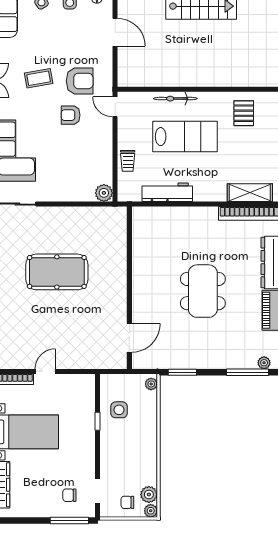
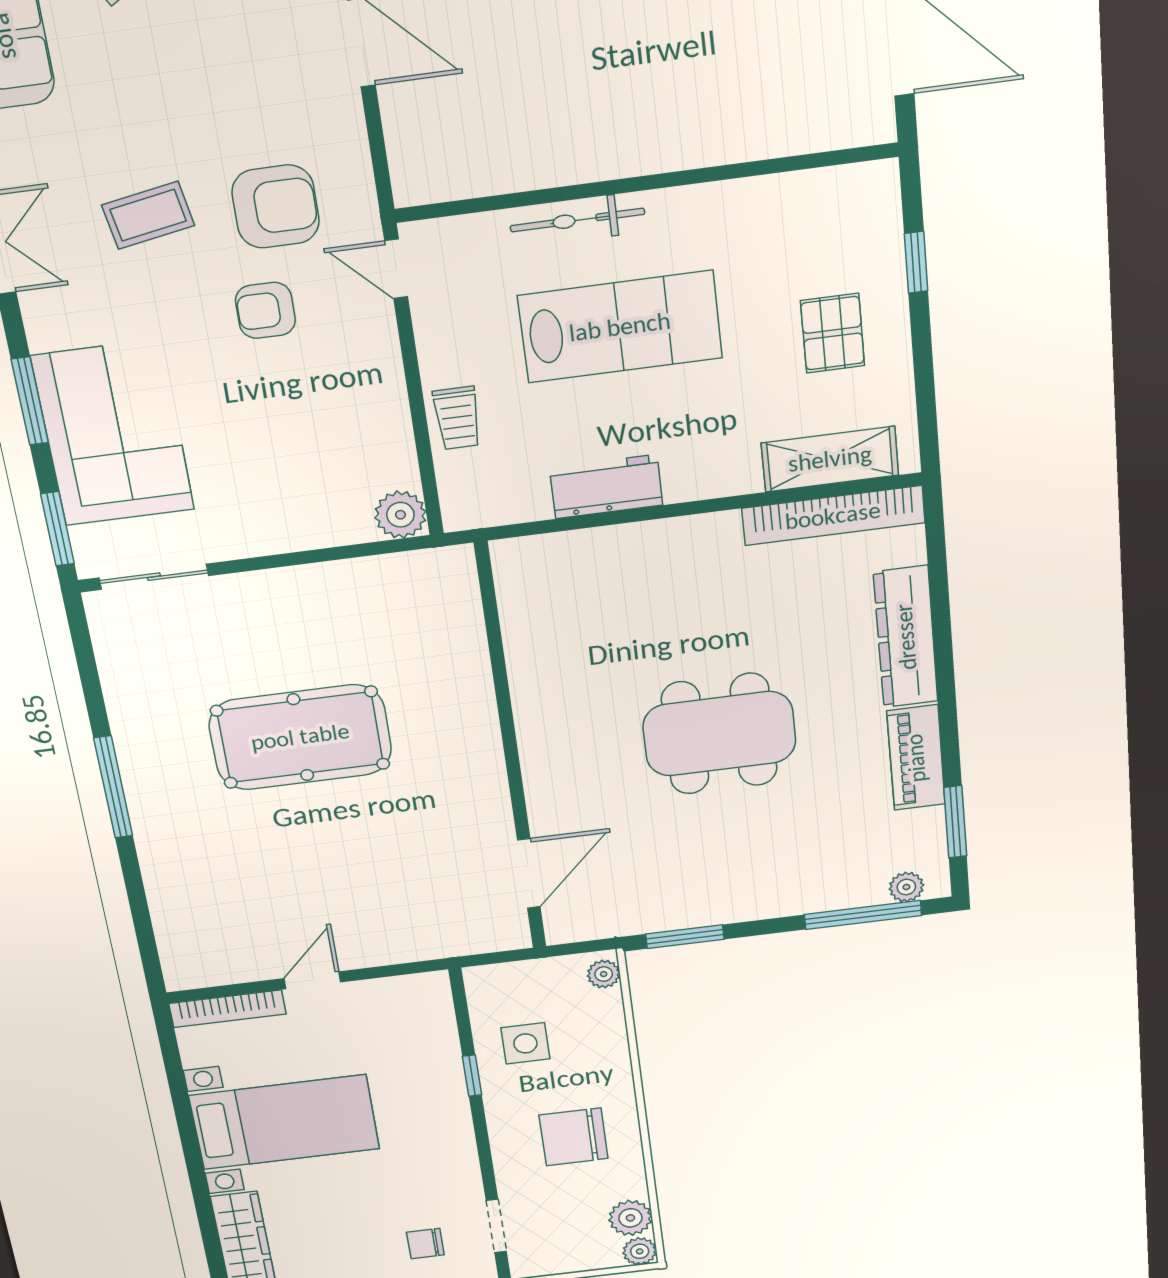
pallet: (244, 113) -> (832, 333), moved
workbench: (167, 192) -> (606, 487), width x0.73
dining table: (203, 291) -> (719, 734), turned 90
chair: (127, 502) -> (574, 1137), moved, width x1.87, depth x1.87

